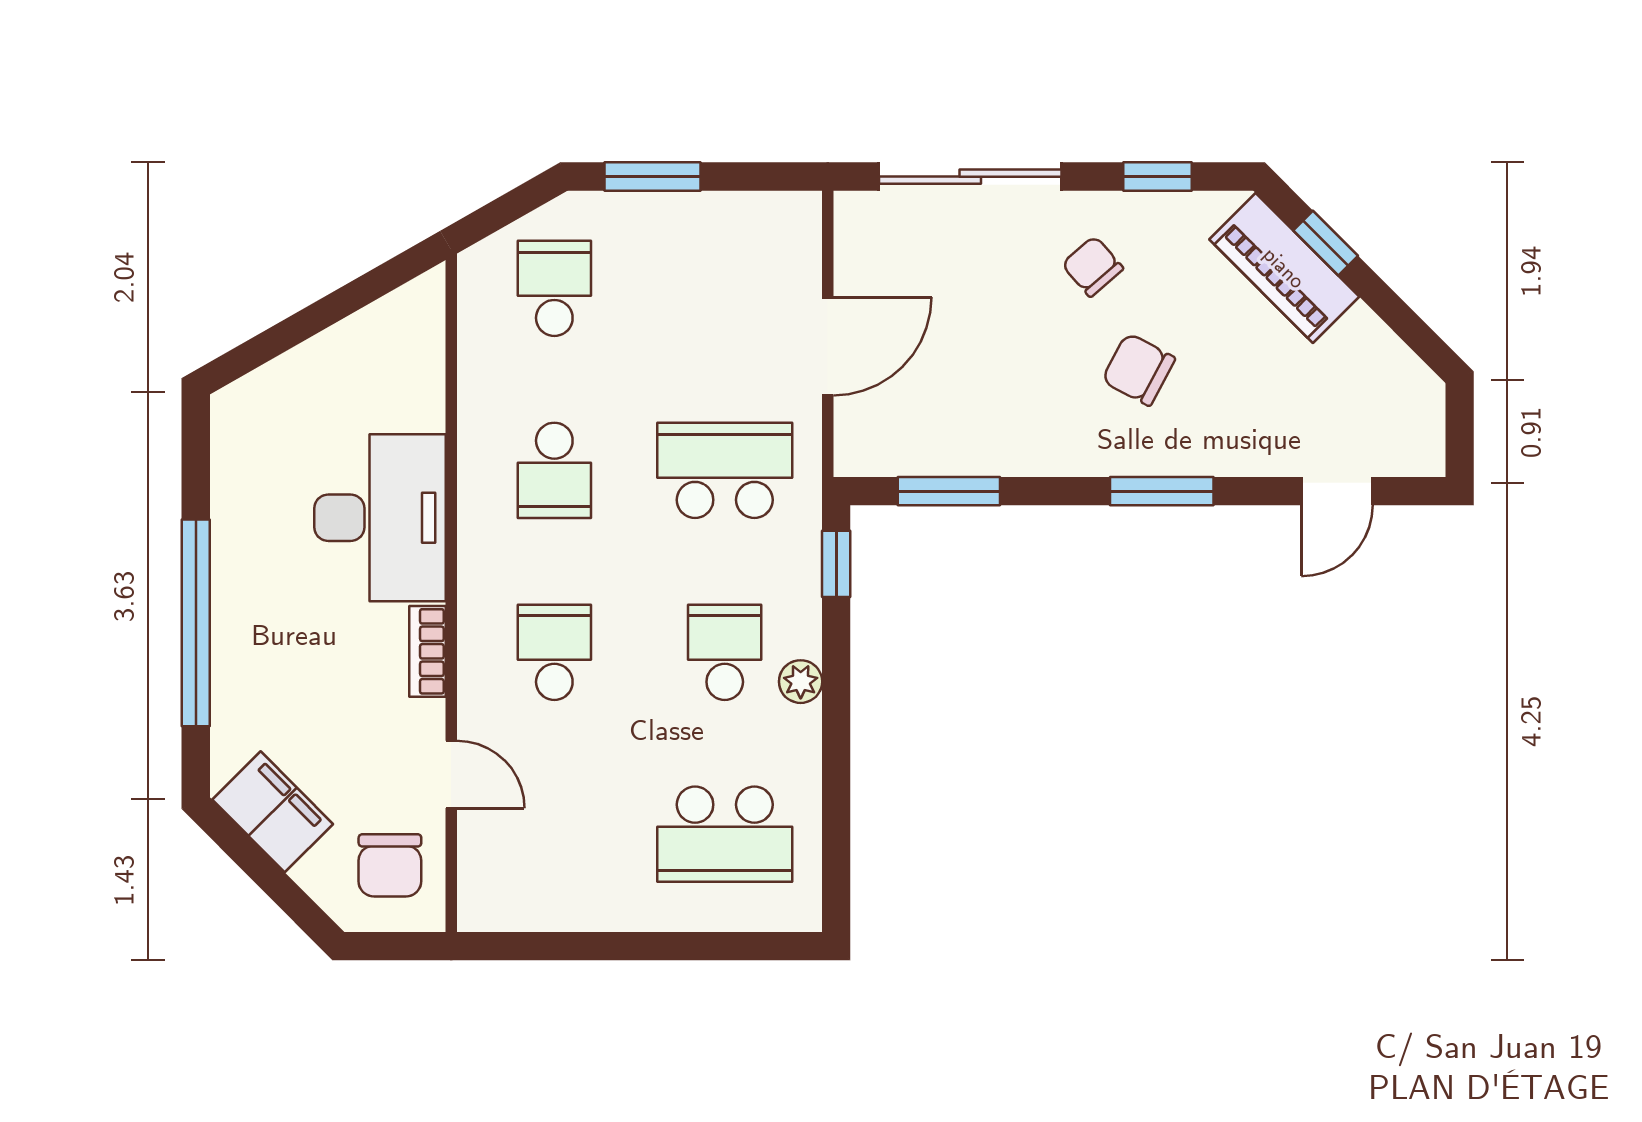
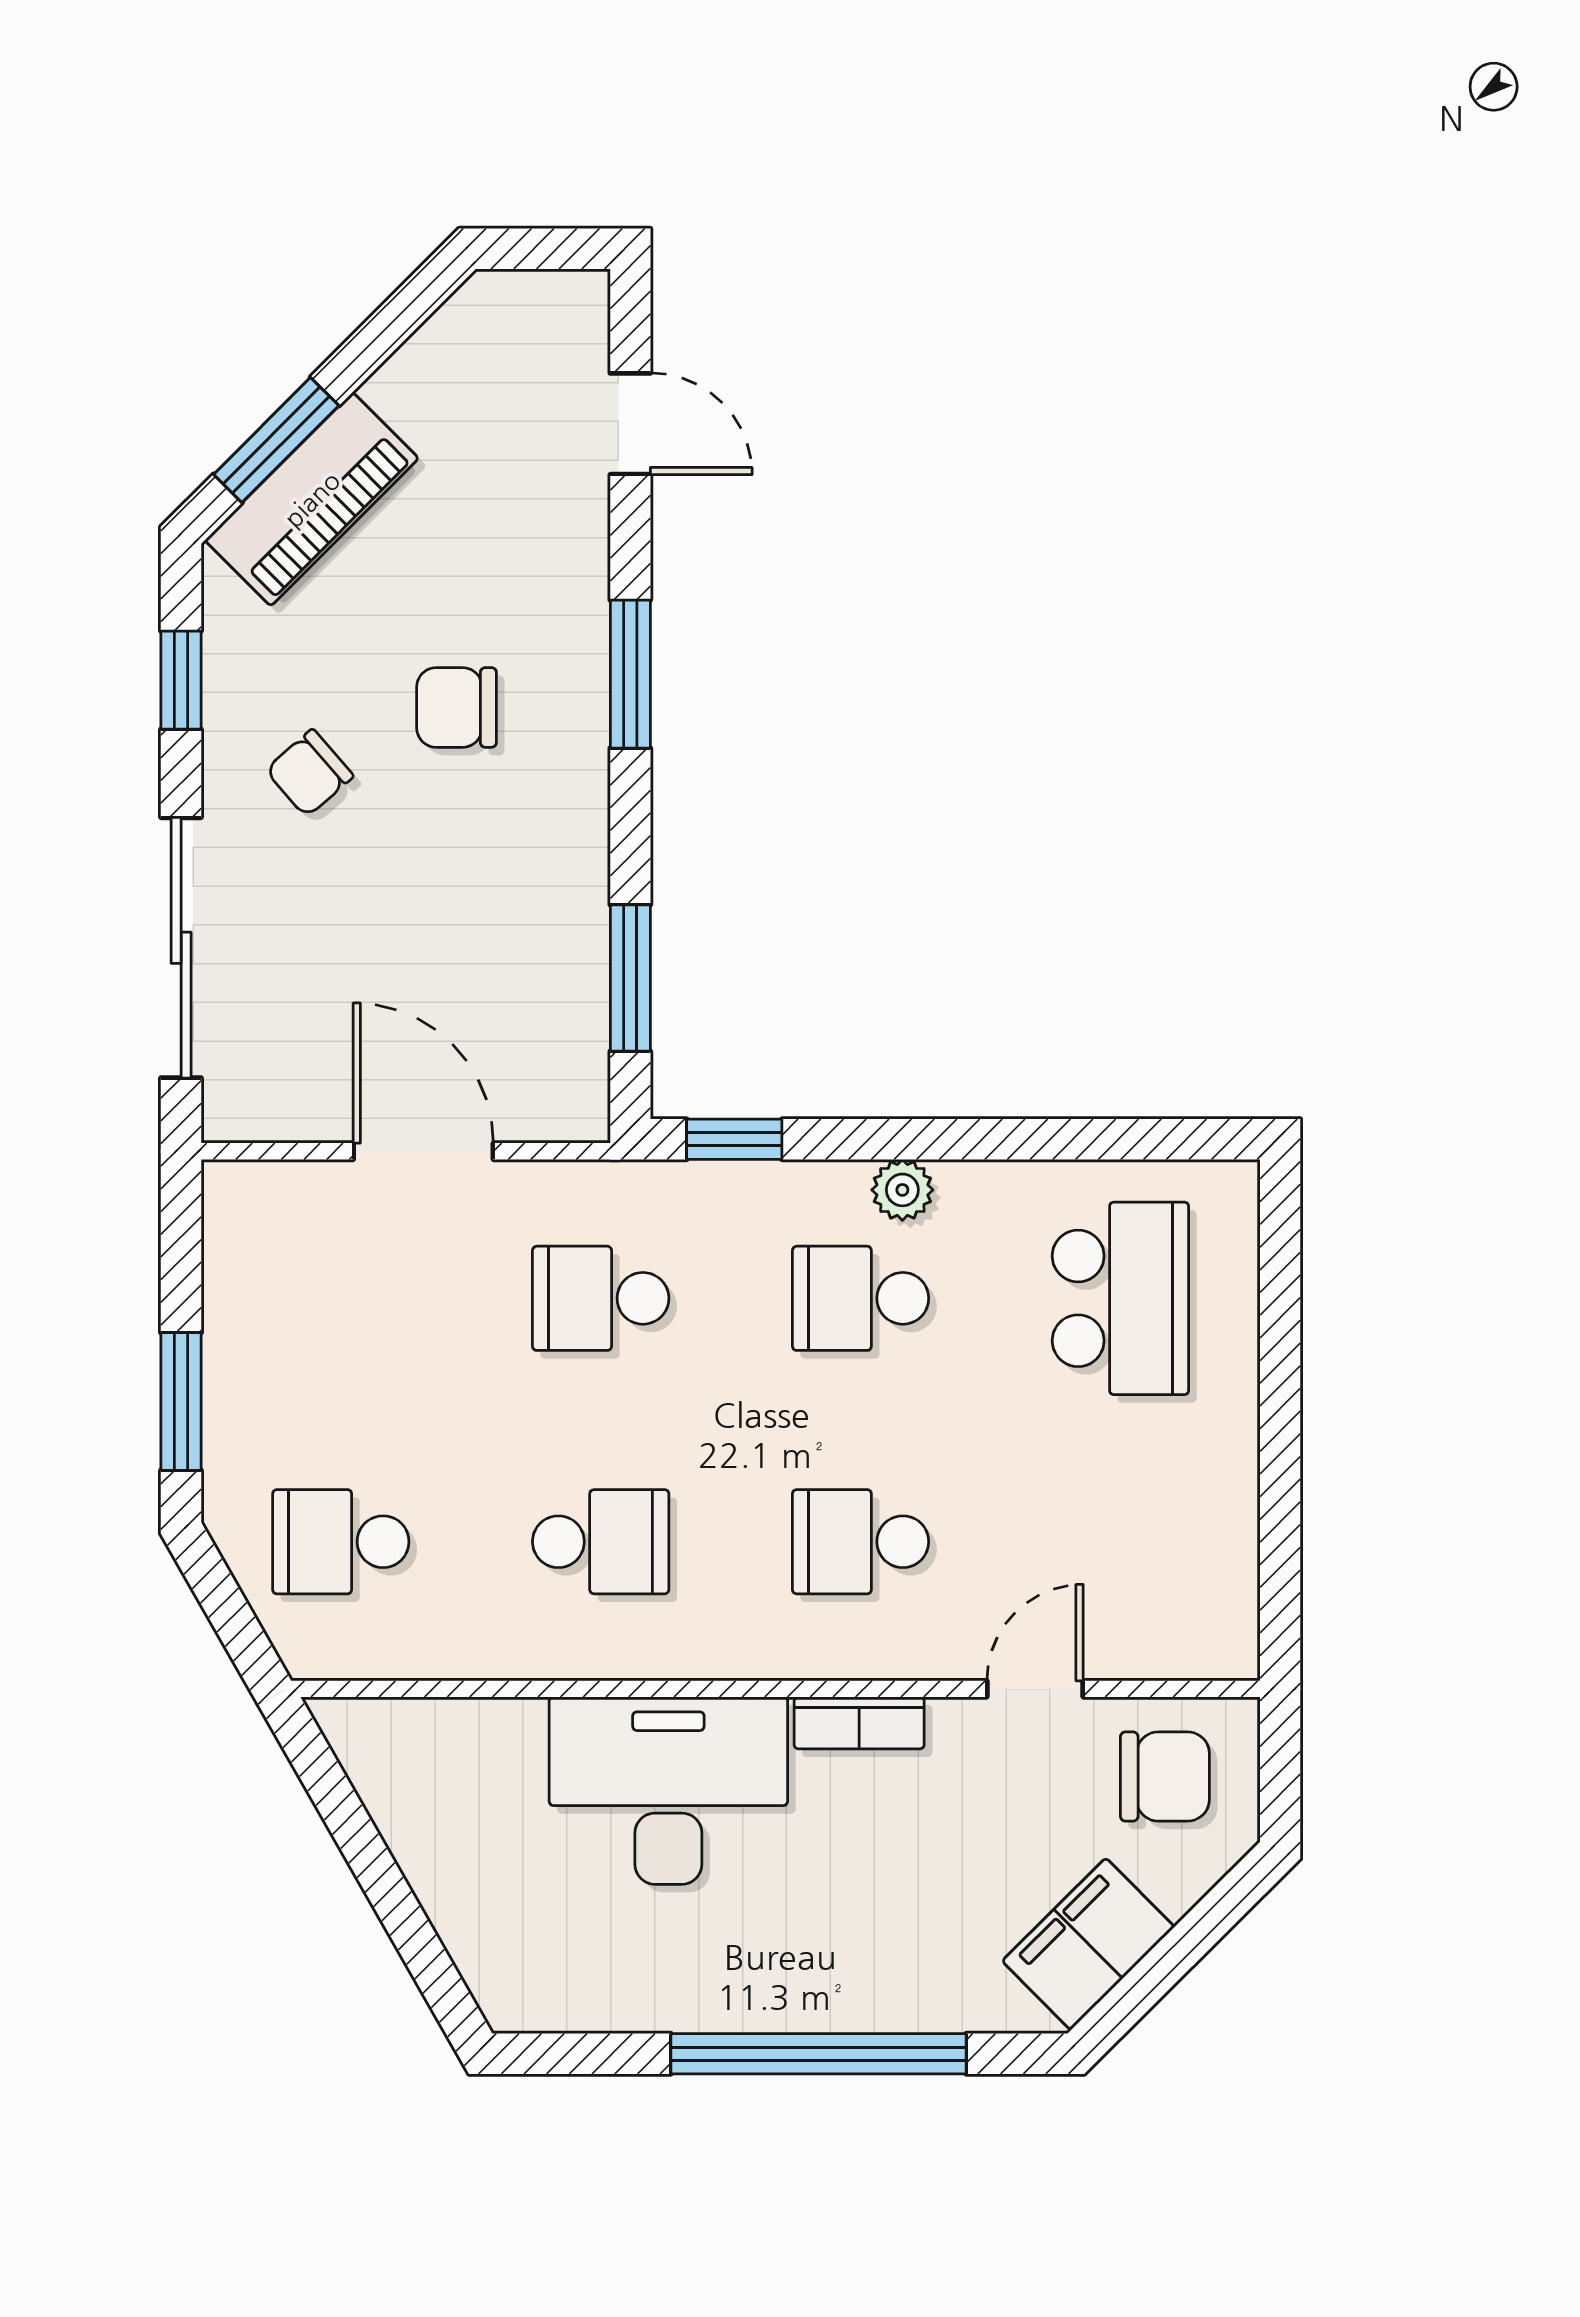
window: (1326, 243) -> (276, 440), width x1.50
chair: (1138, 369) -> (457, 707), turned 62
school desk: (725, 470) -> (601, 1298), width x0.54

